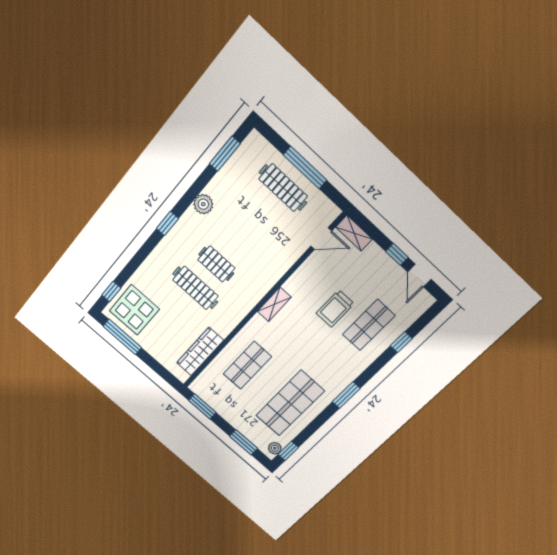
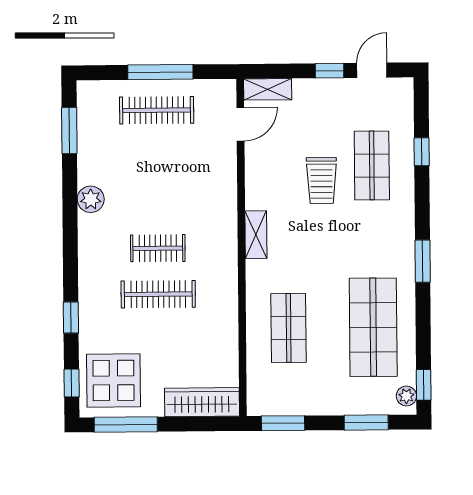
window: (167, 223) -> (71, 317), moved
door: (419, 276) -> (372, 70), swing flipped
wardrobe: (200, 352) -> (202, 402), moved, turned 90

